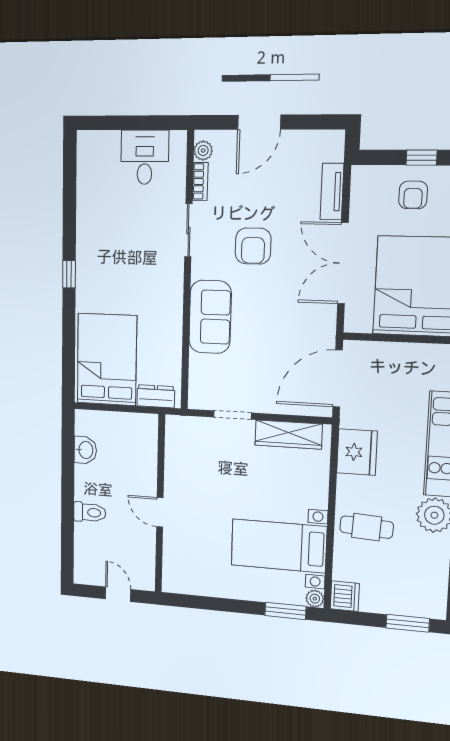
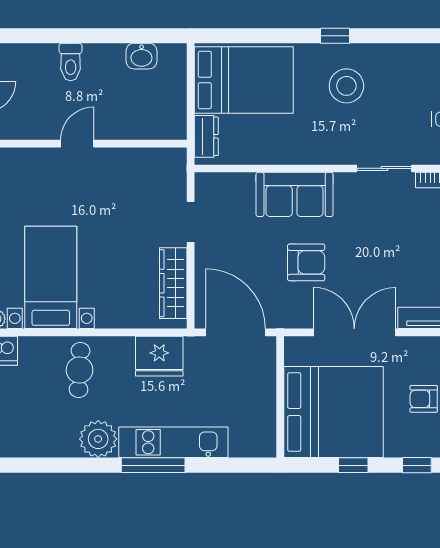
armchair: (253, 246) -> (306, 262), moved, turned 180
stool: (113, 265) -> (346, 86), added

